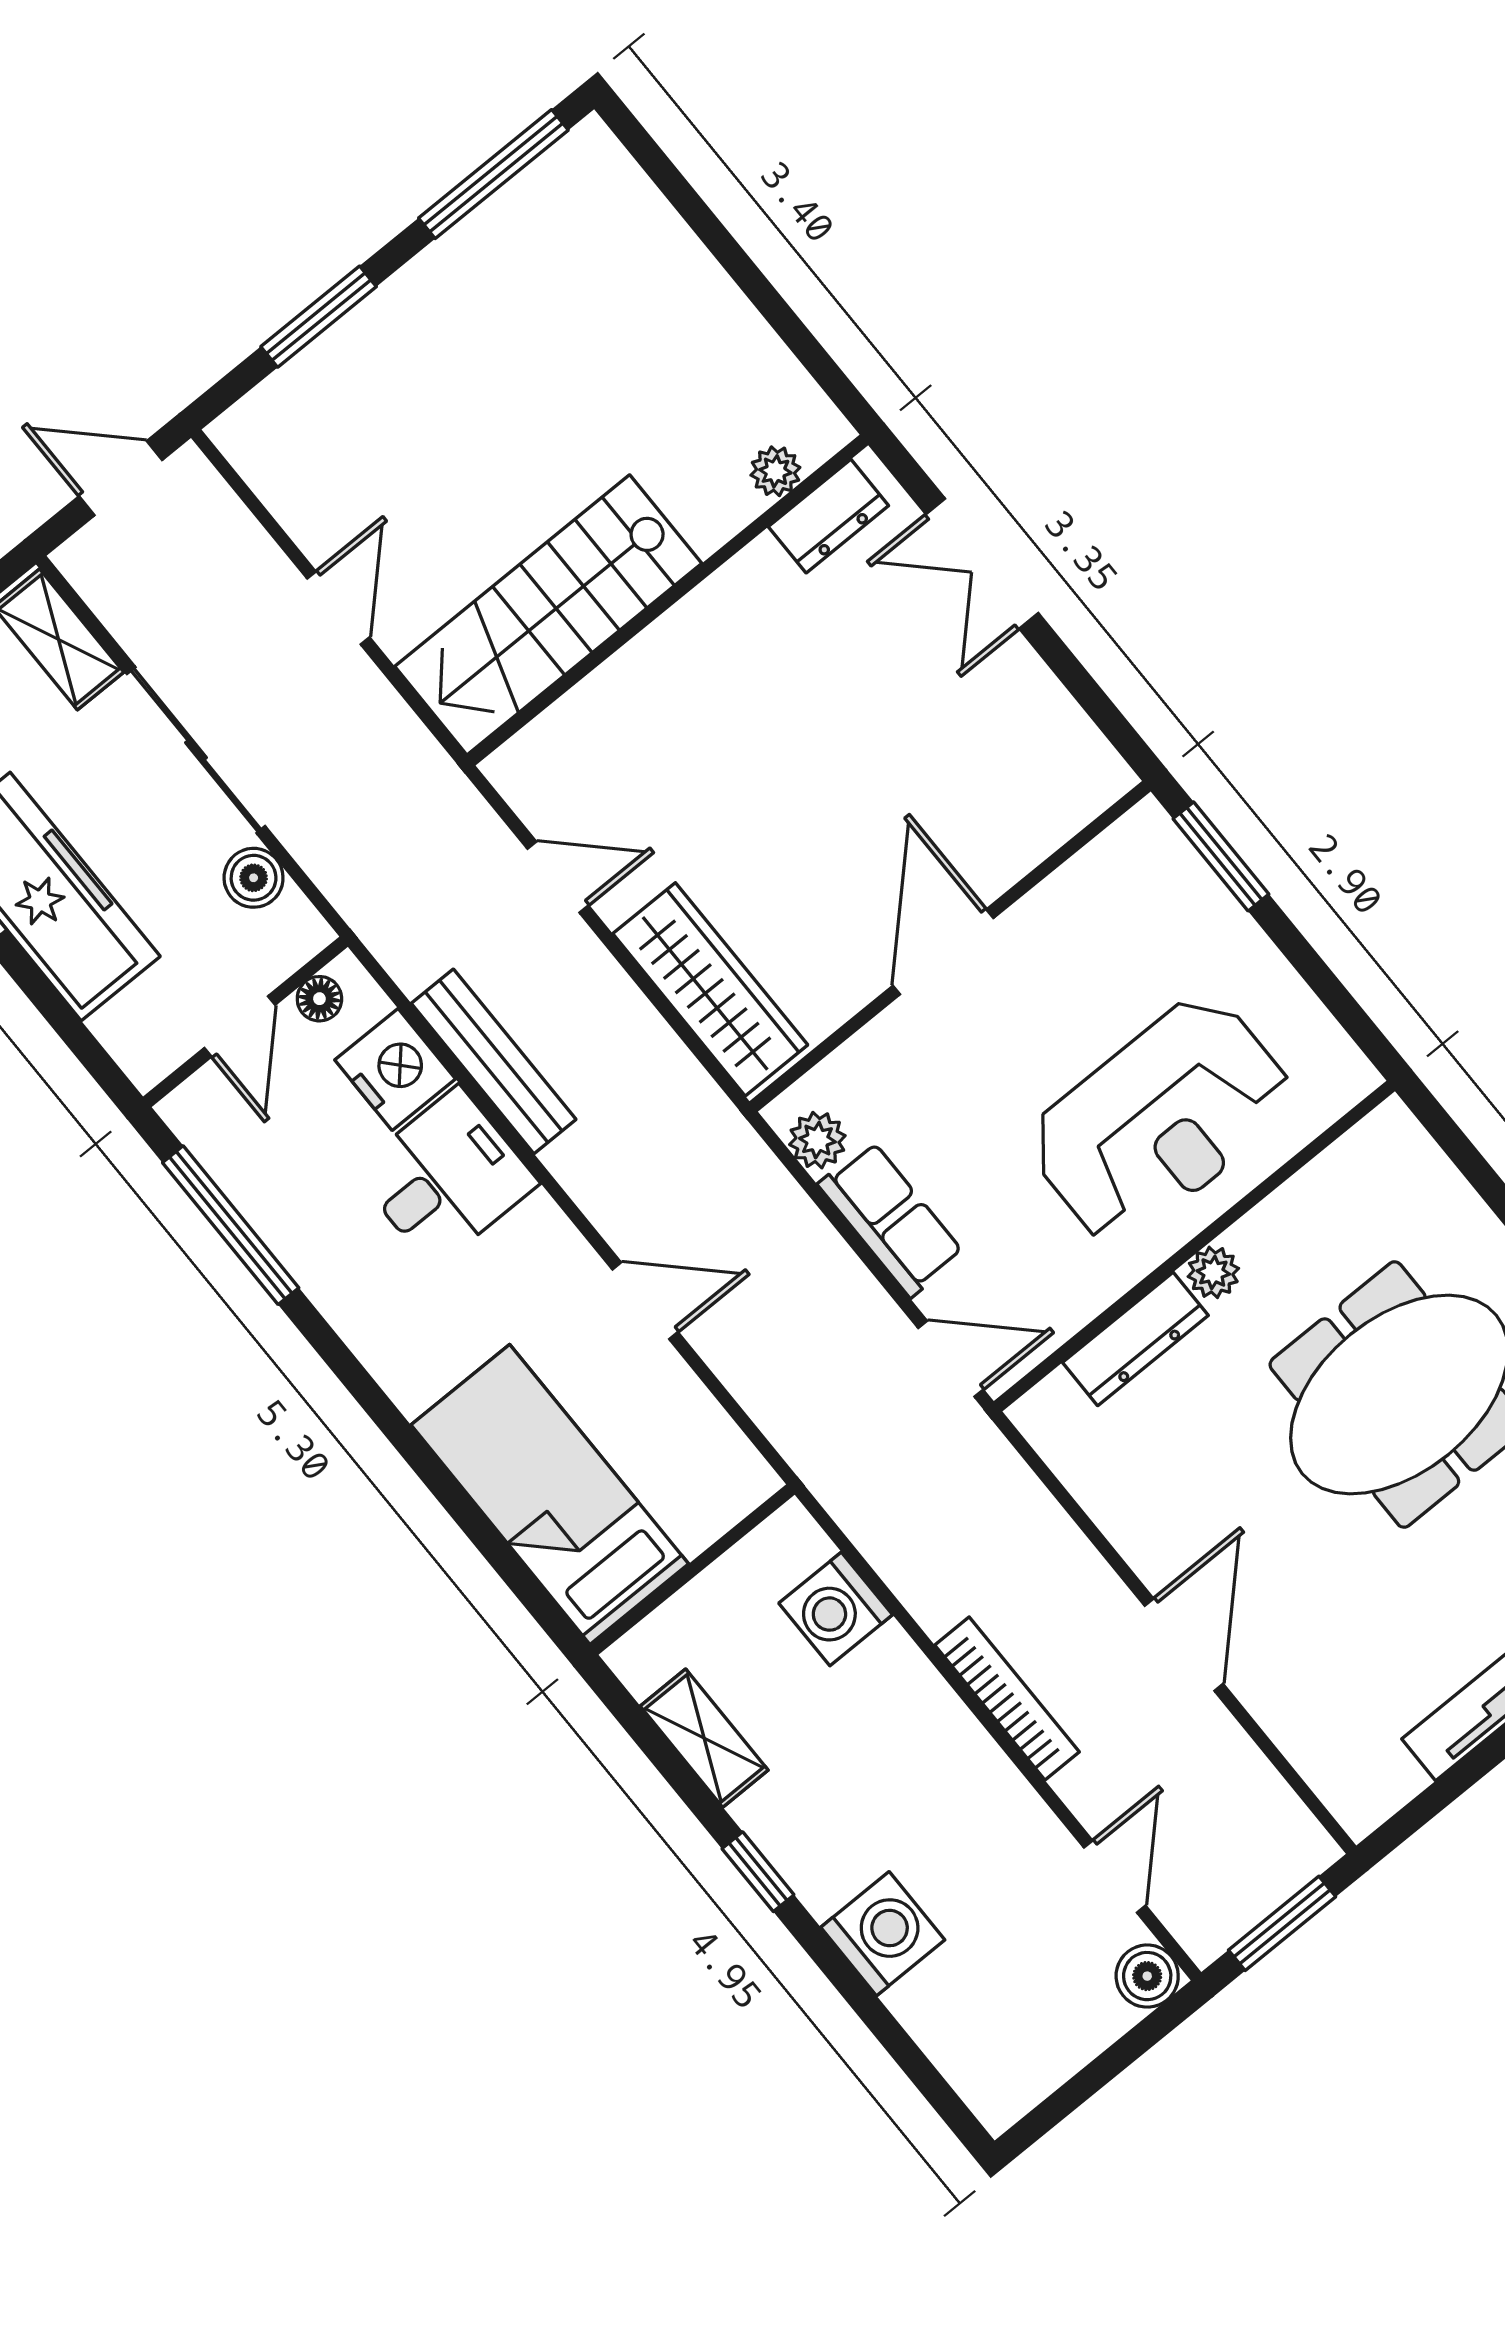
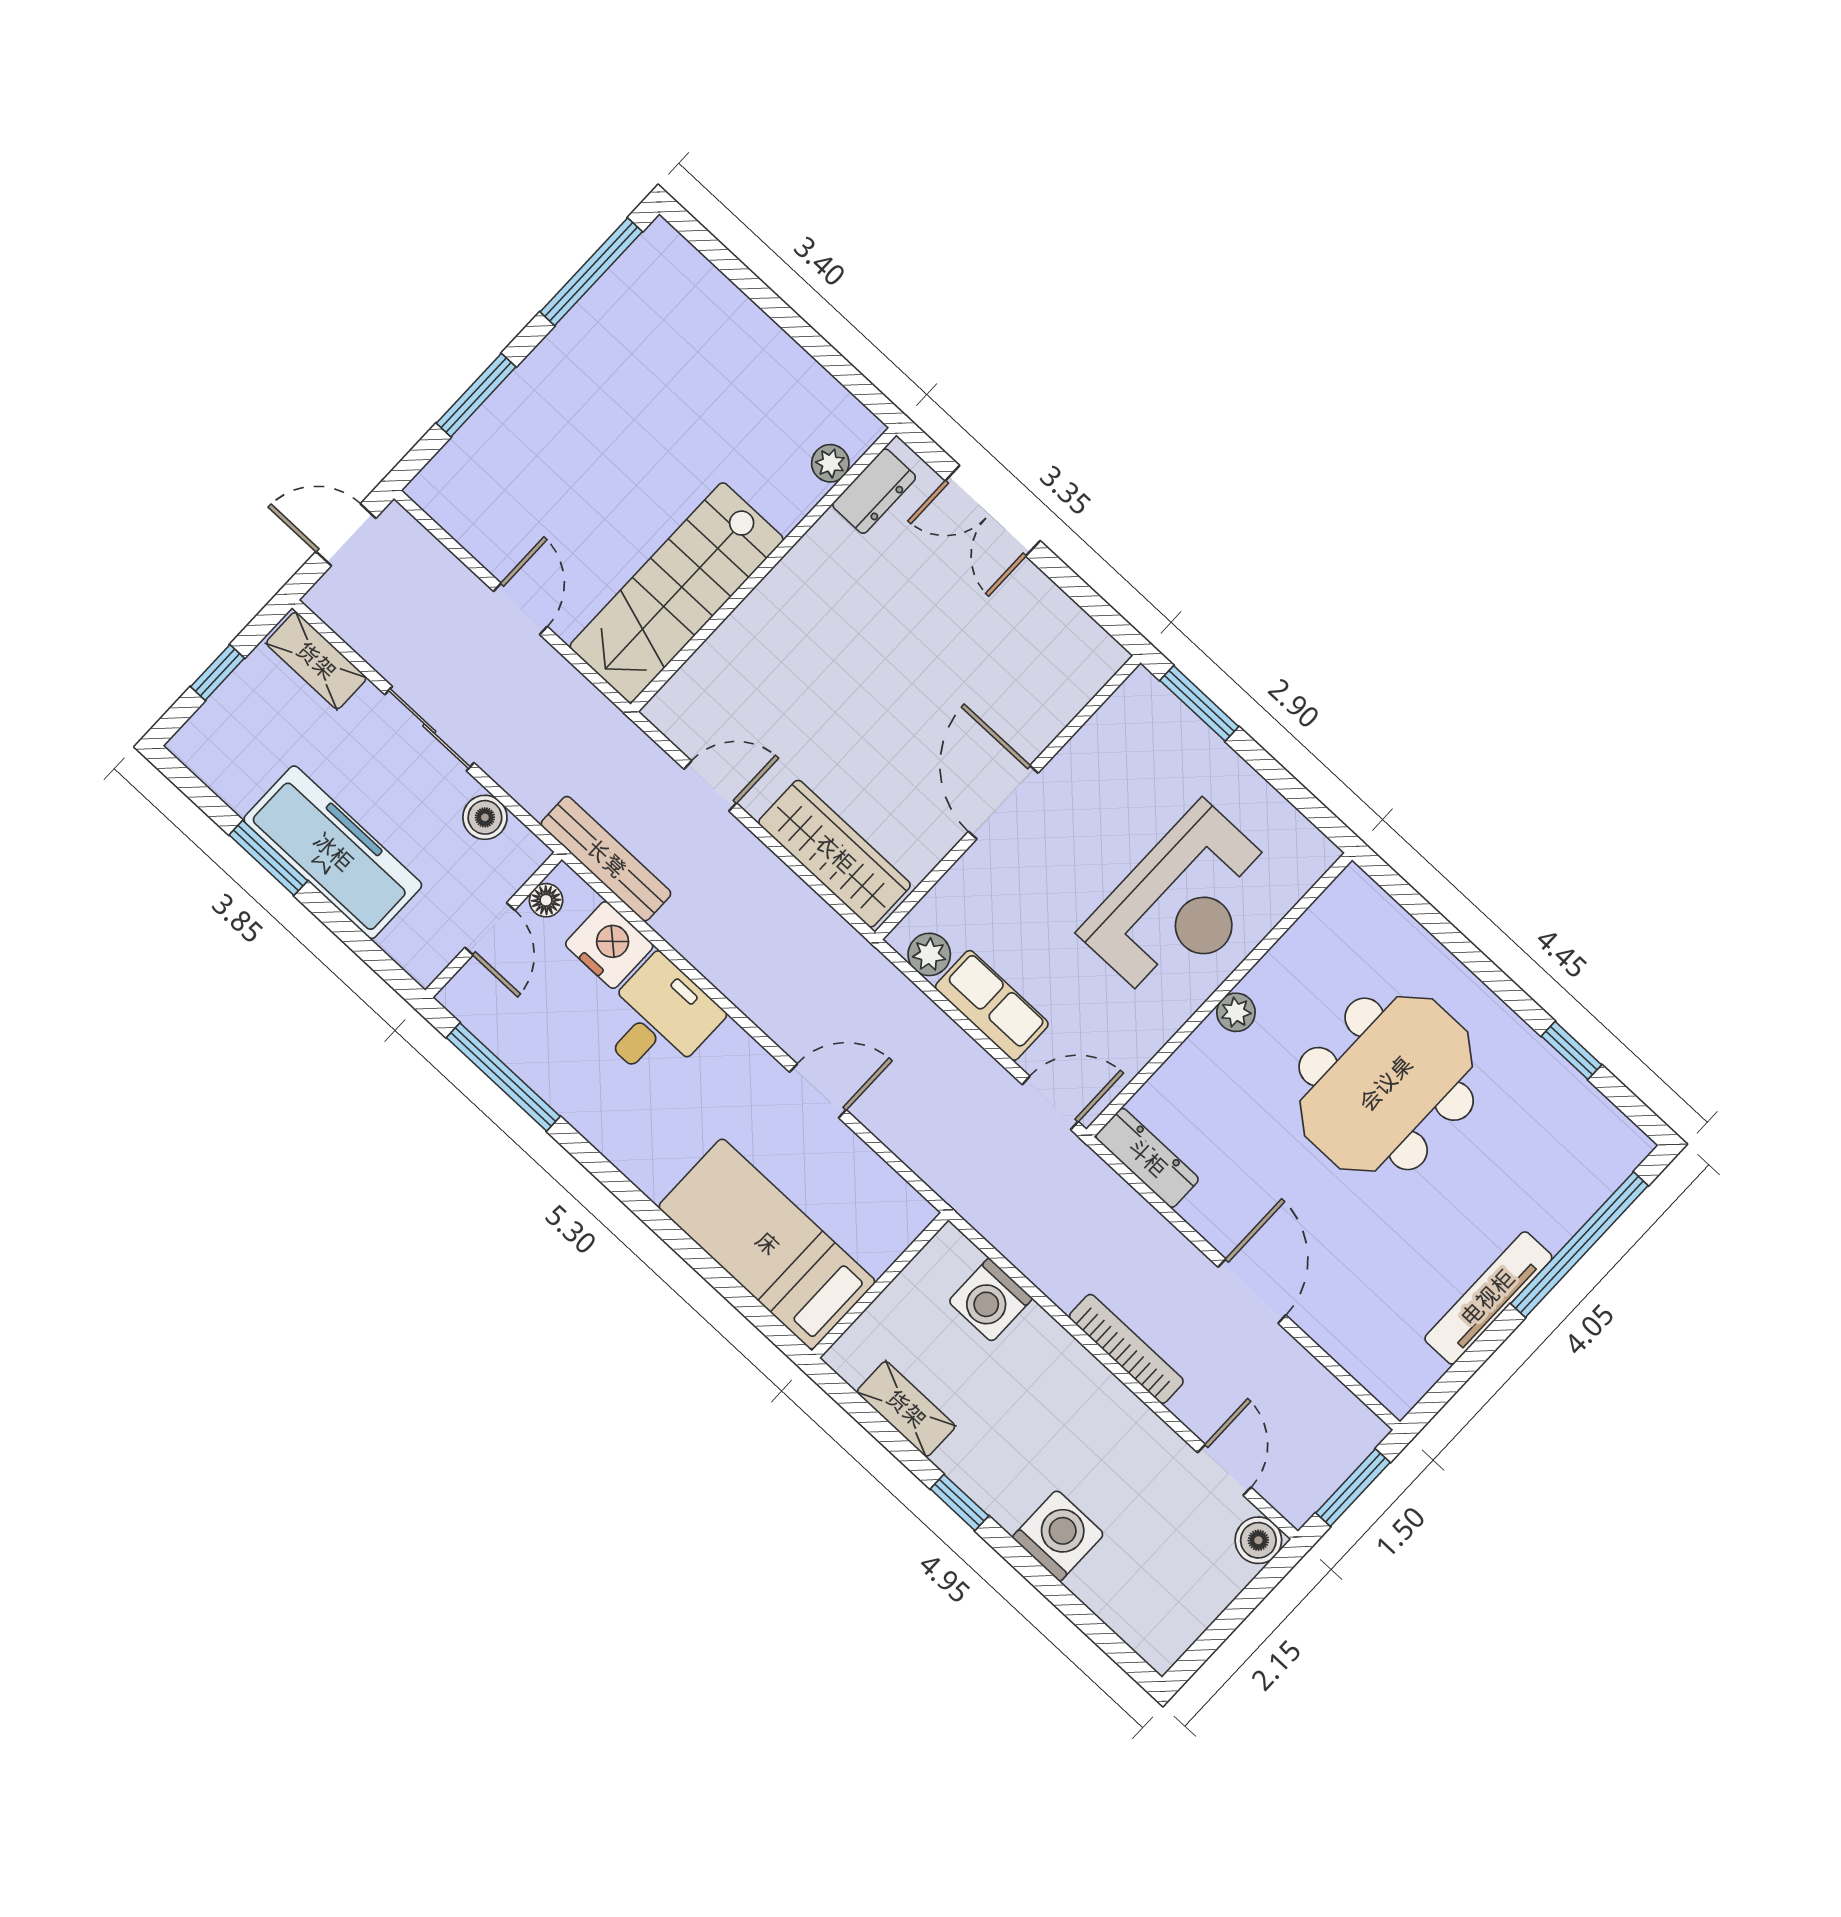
sliding door: (196, 750) -> (429, 729), width x0.73
bench: (494, 1061) -> (606, 859), moved
dresser: (1135, 1339) -> (1147, 1158), moved, turned -90

